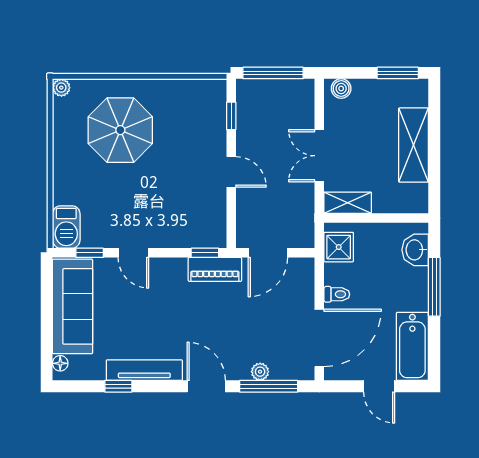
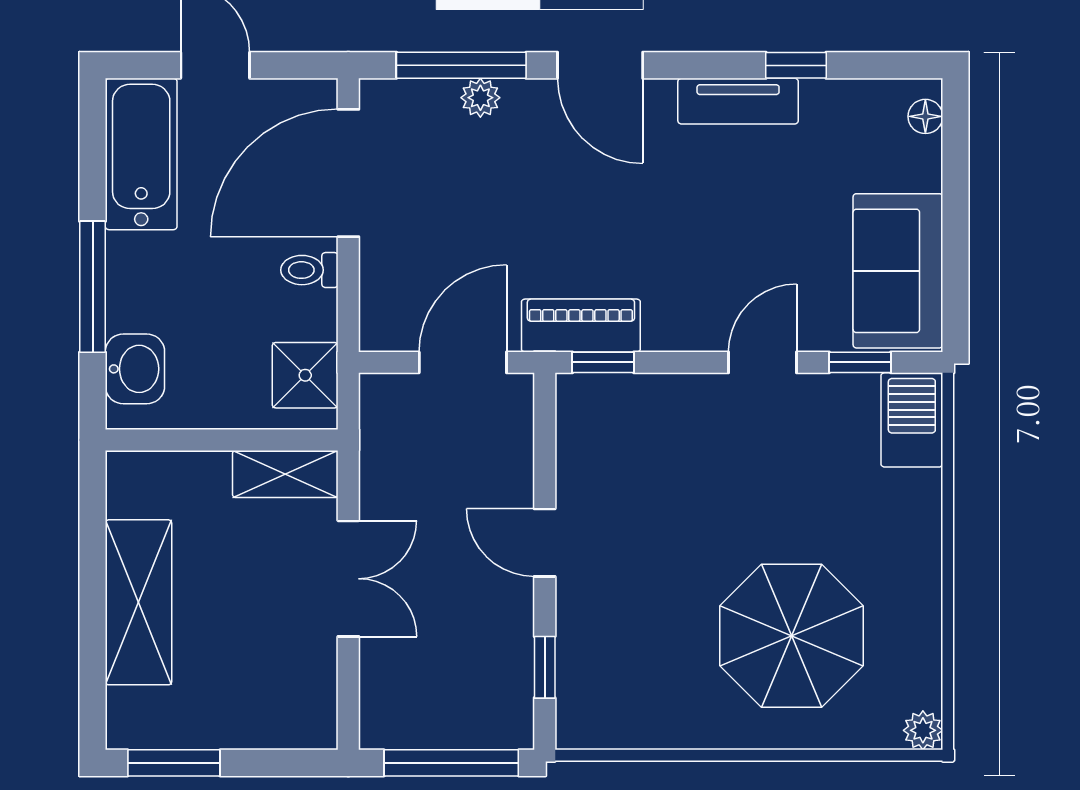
boiler: (341, 89) -> (300, 728), removed
door: (133, 253) -> (763, 362), hinge flipped
sofa: (73, 306) -> (898, 271), width x0.73
tv unit: (144, 370) -> (738, 101), width x0.71

